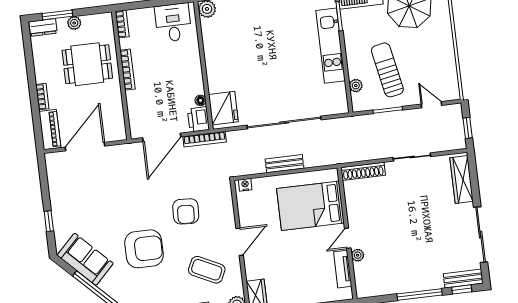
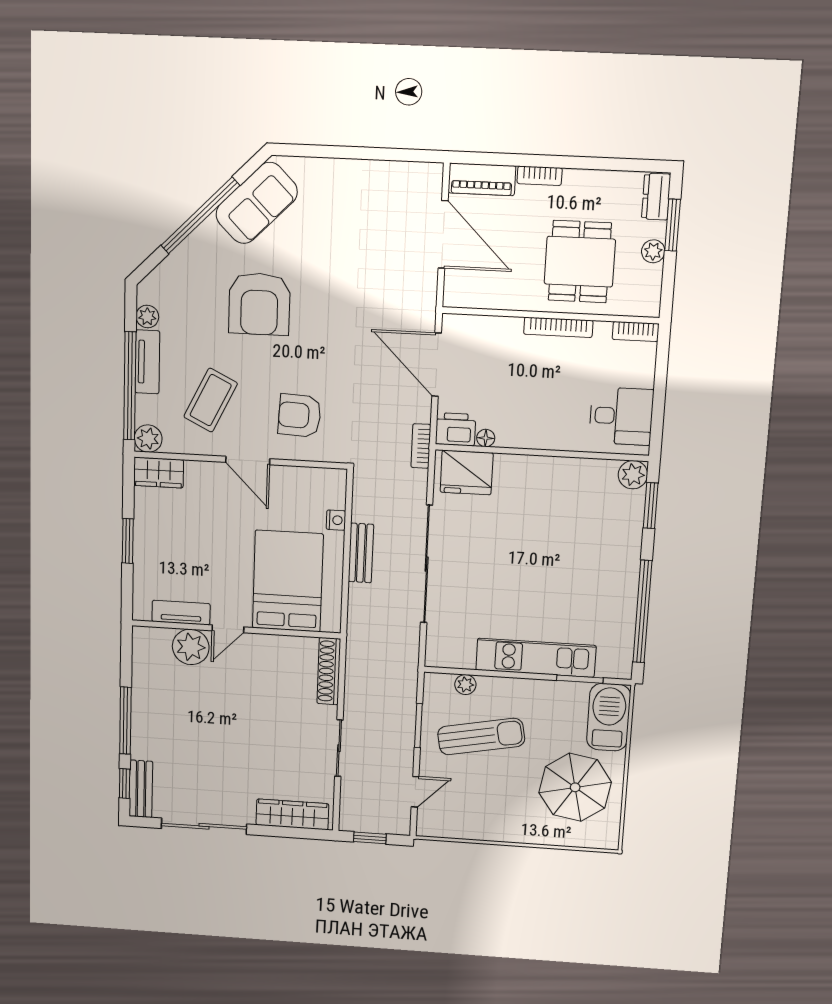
bookcase: (205, 139) -> (421, 446), width x0.64
nightstand: (245, 185) -> (336, 520), moved
armchair: (186, 211) -> (300, 415), moved
window: (49, 221) -> (329, 152), removed
door: (348, 238) -> (228, 629), swing flipped
plant: (358, 255) -> (191, 647), width x1.88, depth x1.88

